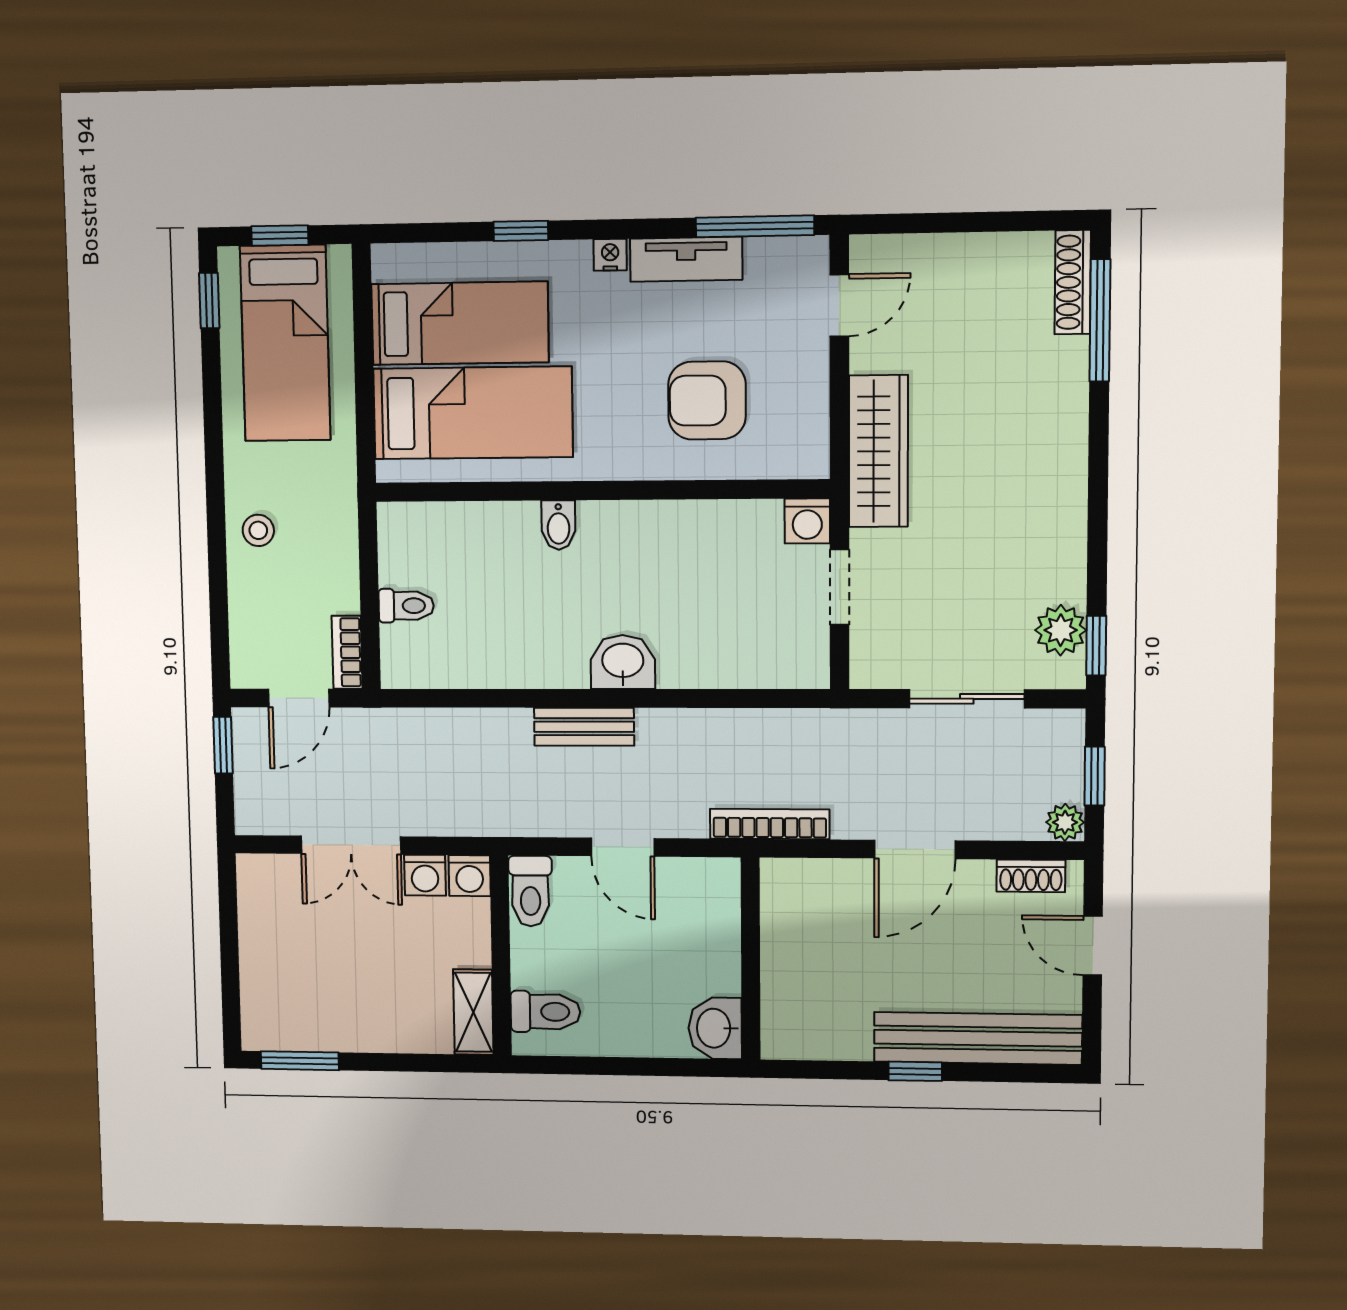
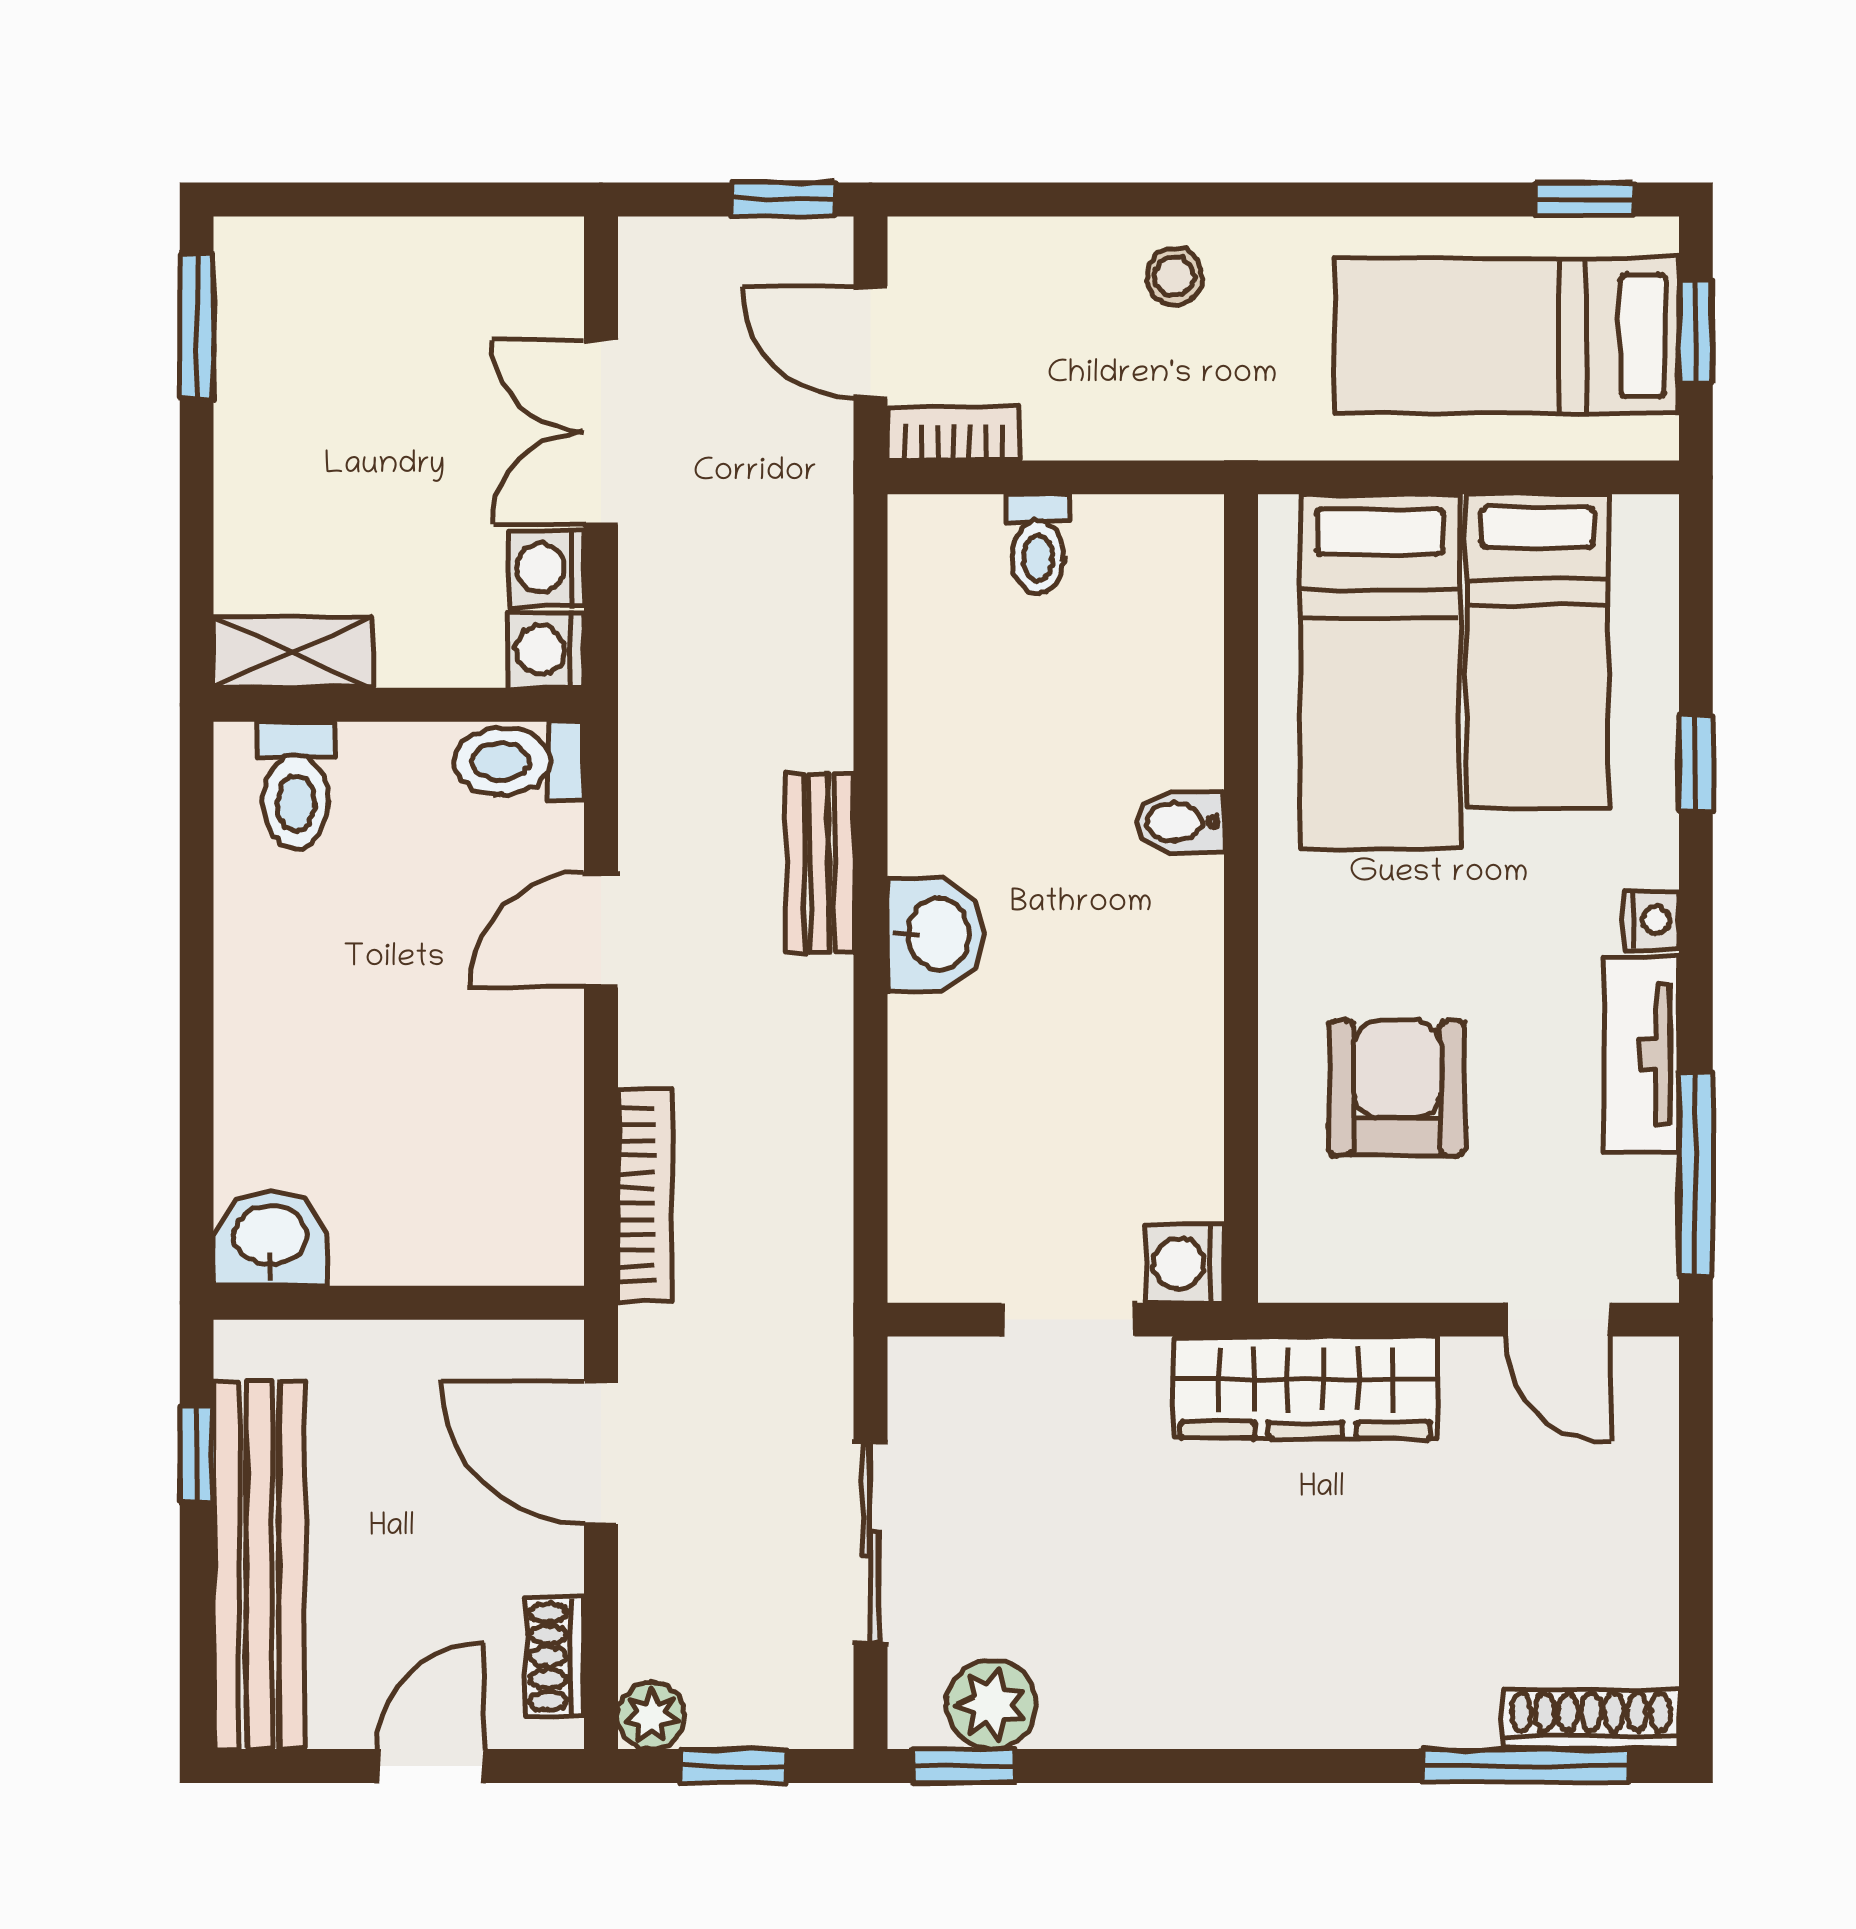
wall: (751, 959) -> (399, 1303), moved
washbasin: (715, 1028) -> (270, 1238), moved

